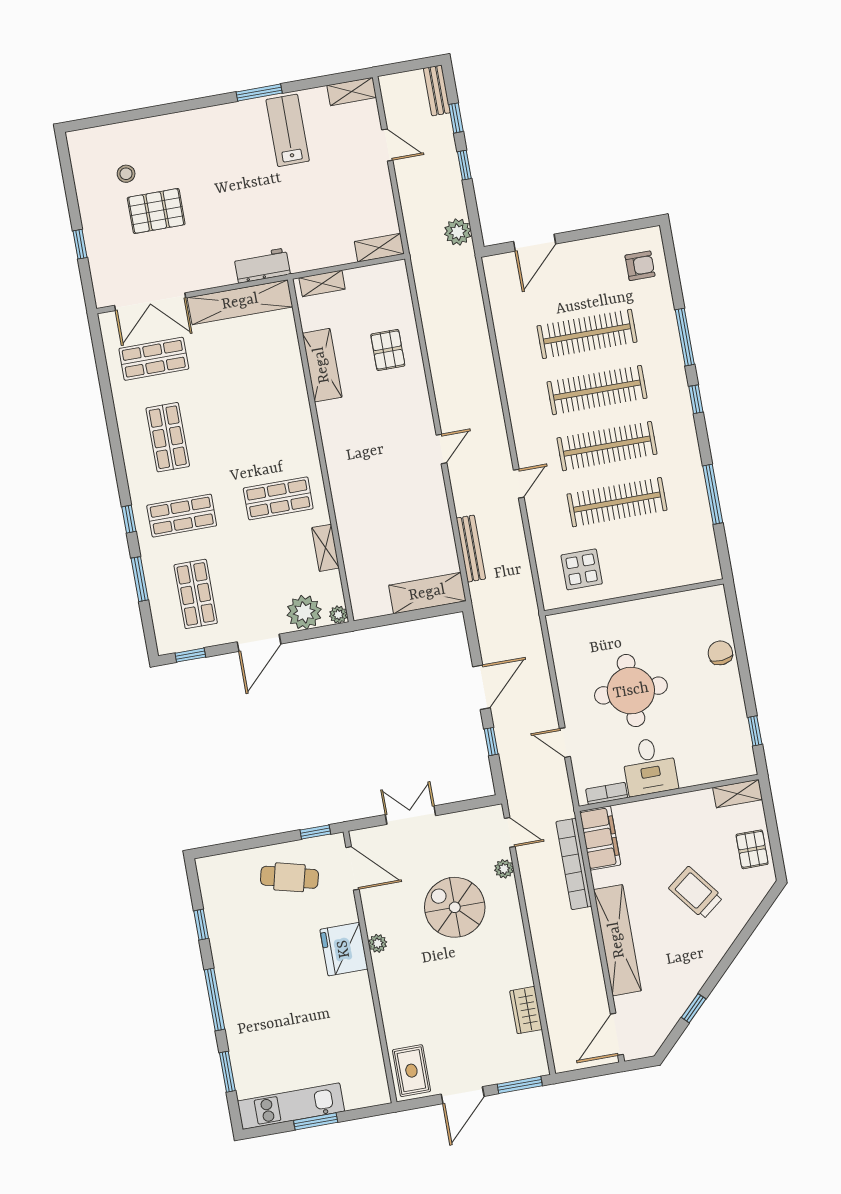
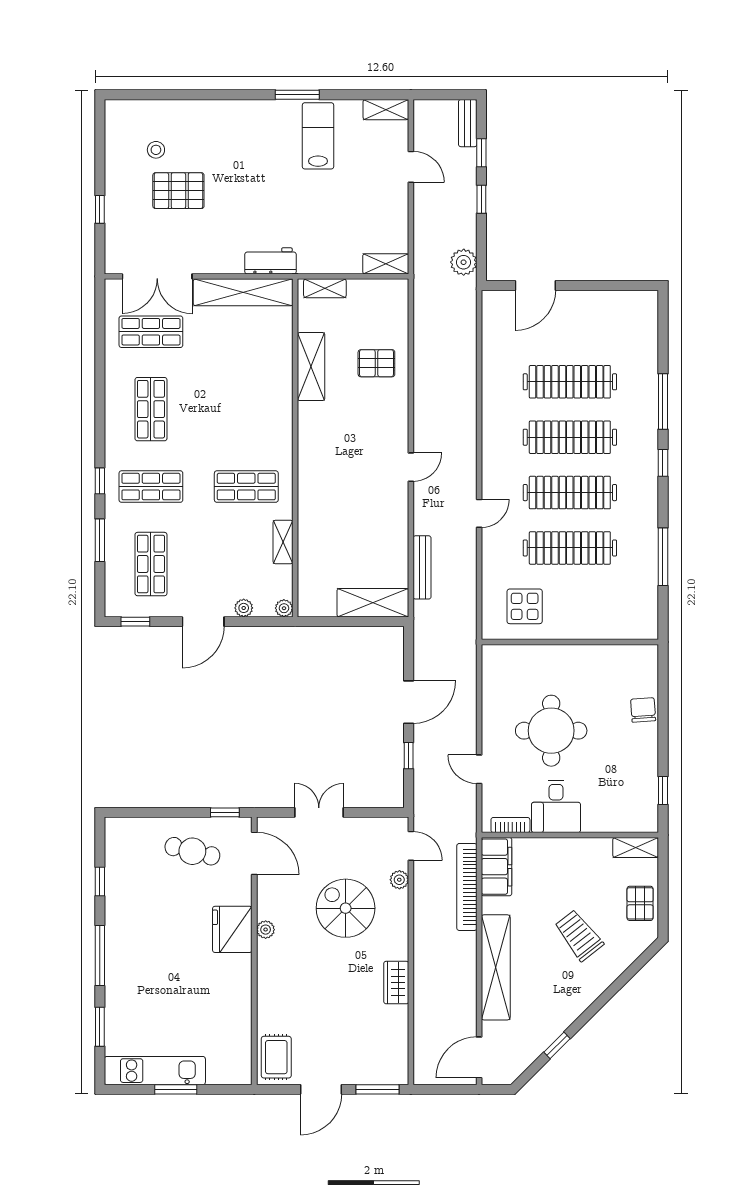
armchair: (640, 266) -> (632, 326), removed
pallet: (388, 350) -> (376, 363), turned 90
plant: (304, 612) -> (244, 608), width x0.53, depth x0.53
wardrobe: (526, 1010) -> (396, 983), moved

